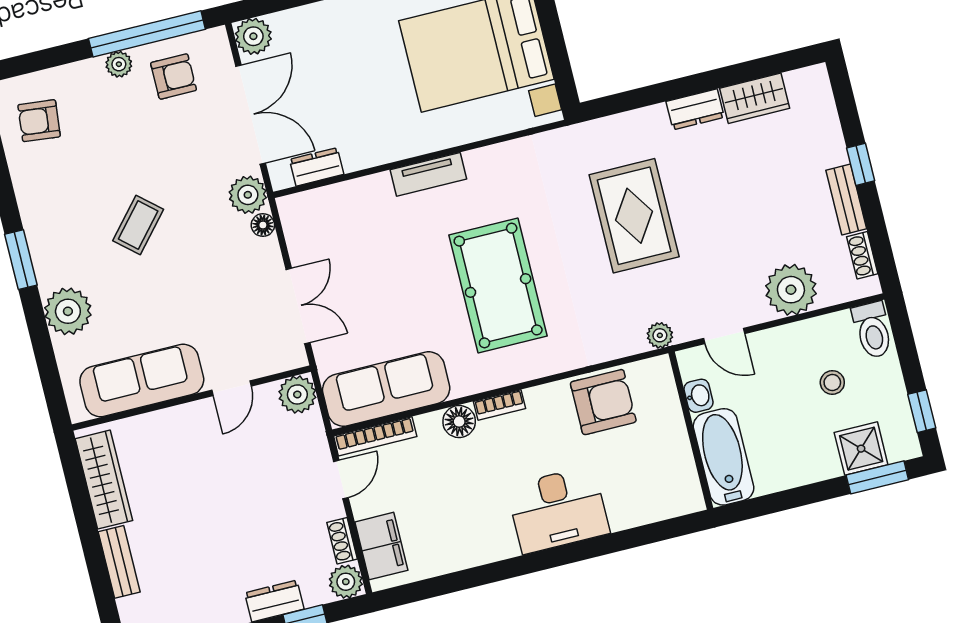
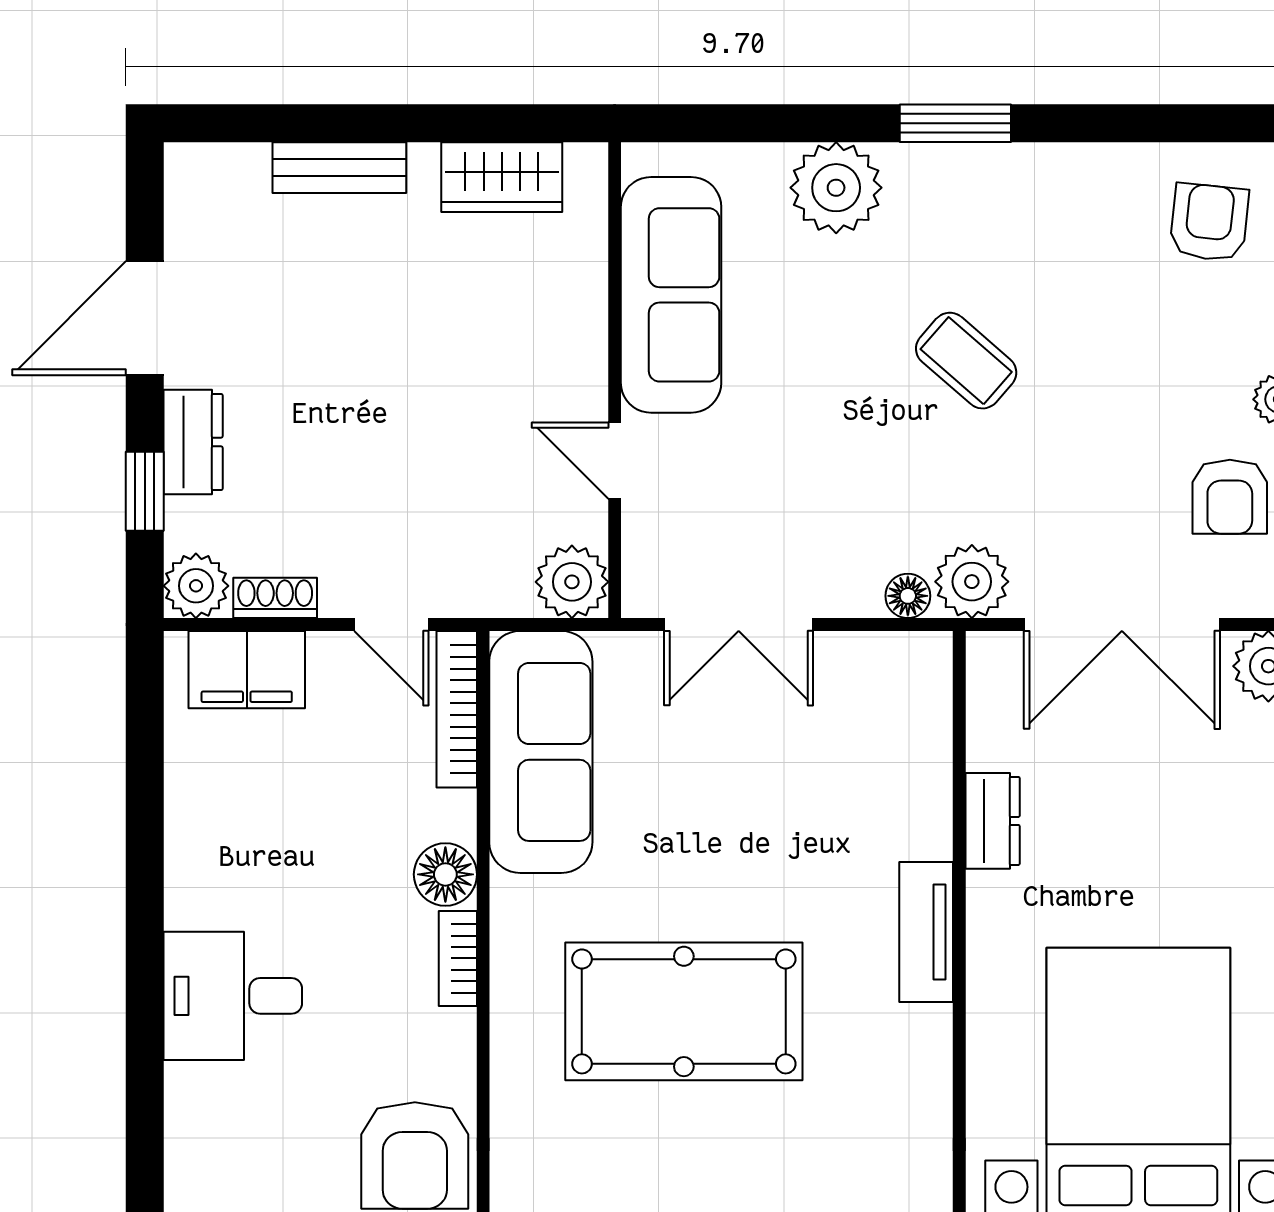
dresser: (317, 167) -> (993, 821), moved
wardrobe: (104, 480) -> (502, 177), width x0.67
desk: (558, 510) -> (233, 996), width x0.73

